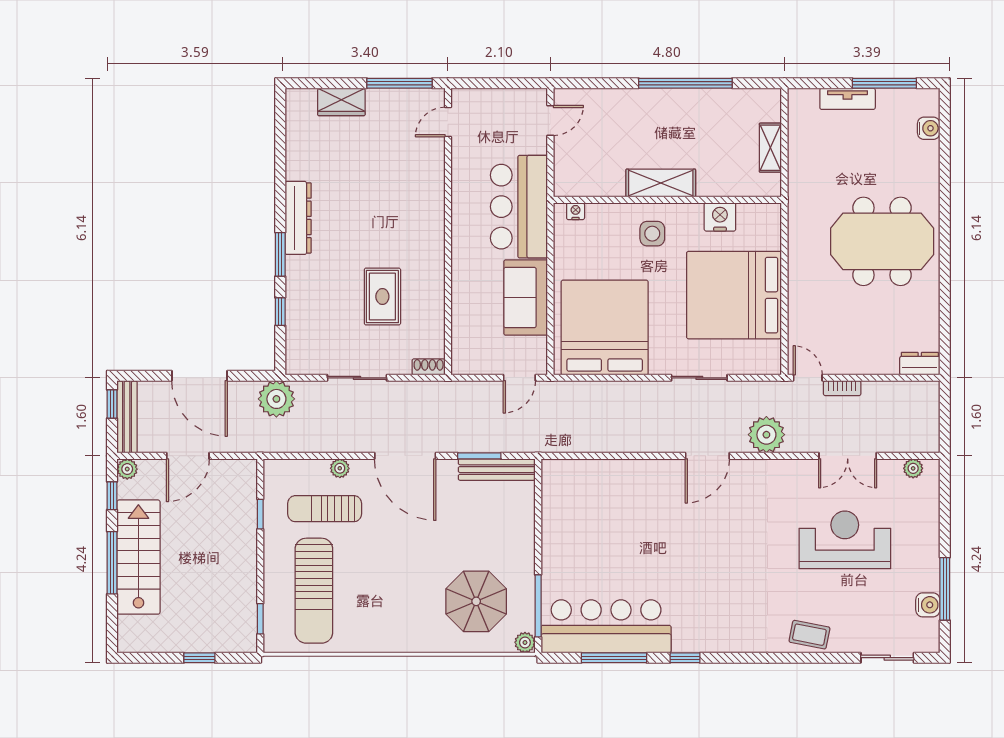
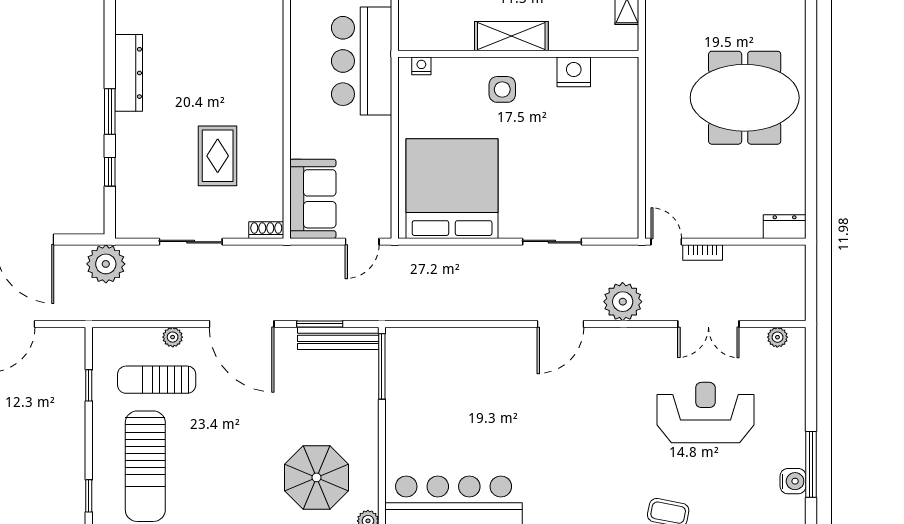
bed: (734, 295) -> (588, 154), removed
sofa: (526, 298) -> (313, 199), moved, turned 180
window: (538, 606) -> (382, 366), moved

